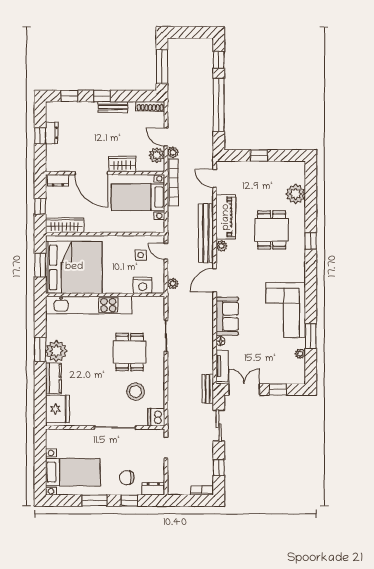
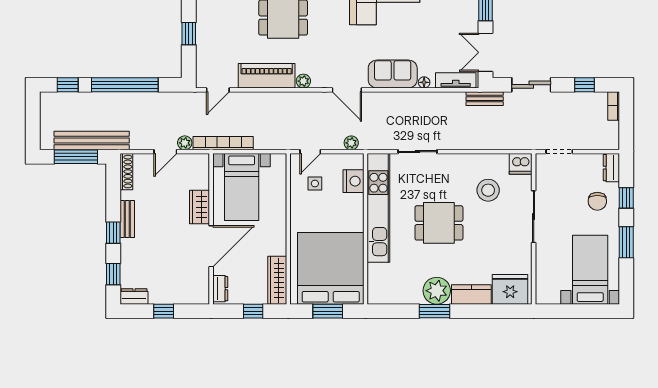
dresser: (52, 133) -> (134, 296), moved
plant: (157, 155) -> (188, 163), removed
bench: (206, 233) -> (92, 141), moved
kitchen unit: (89, 305) -> (378, 208), moved
dining table: (130, 352) -> (439, 223), moved

